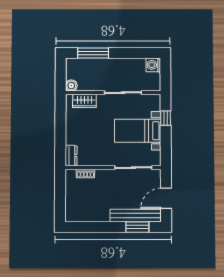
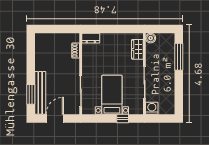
washing machine: (153, 65) -> (152, 108), moved
door: (166, 198) -> (55, 119), hinge flipped

